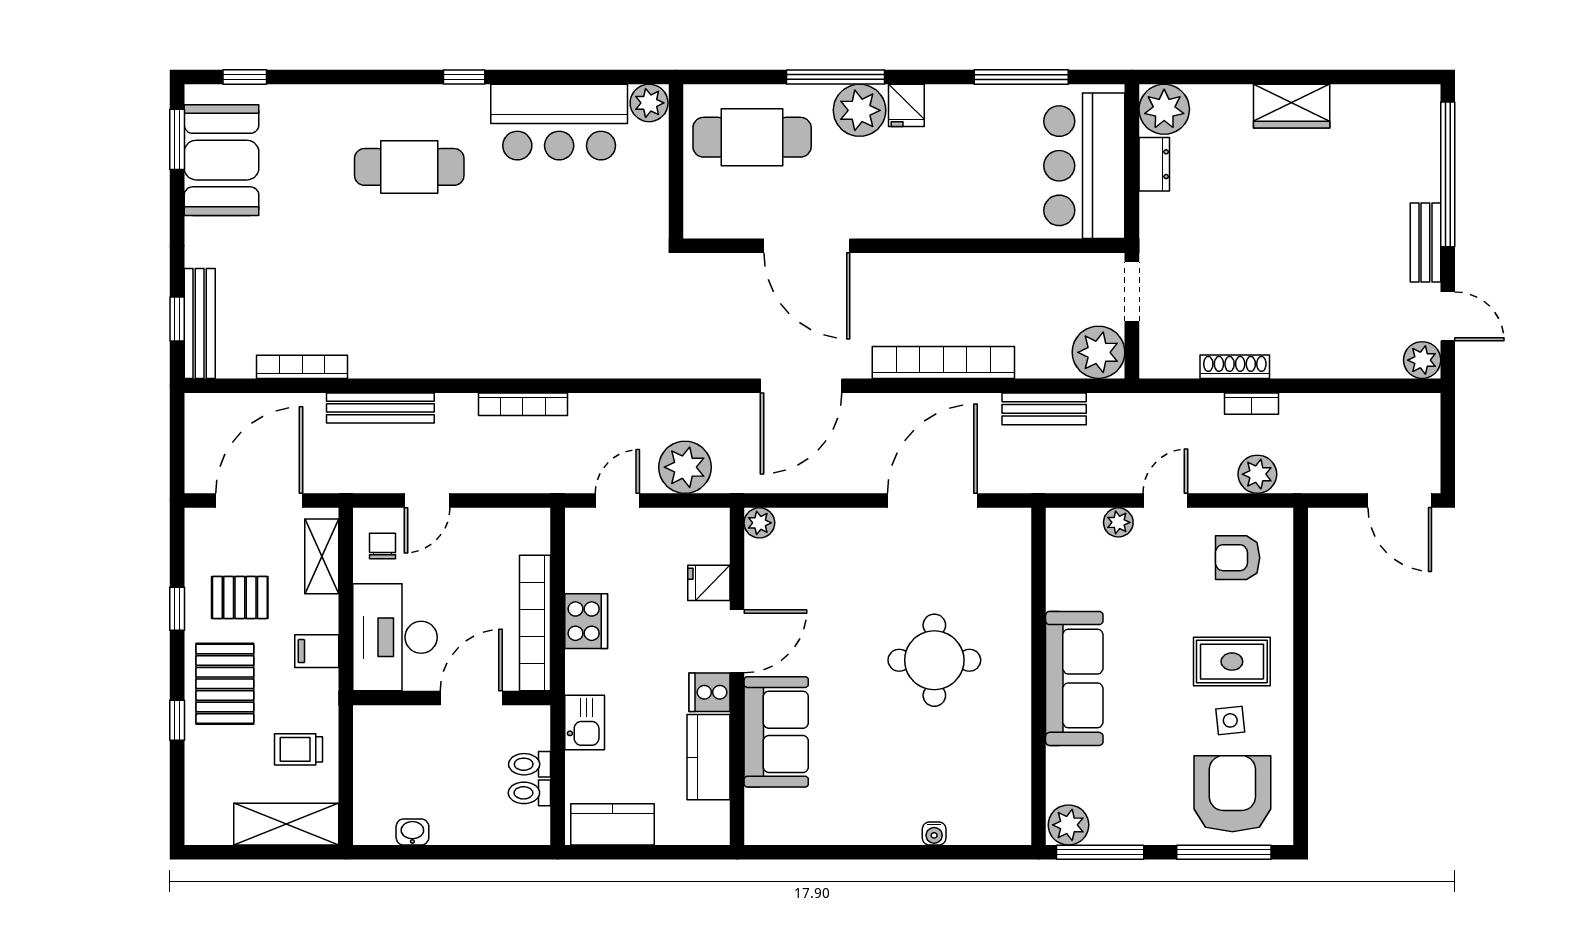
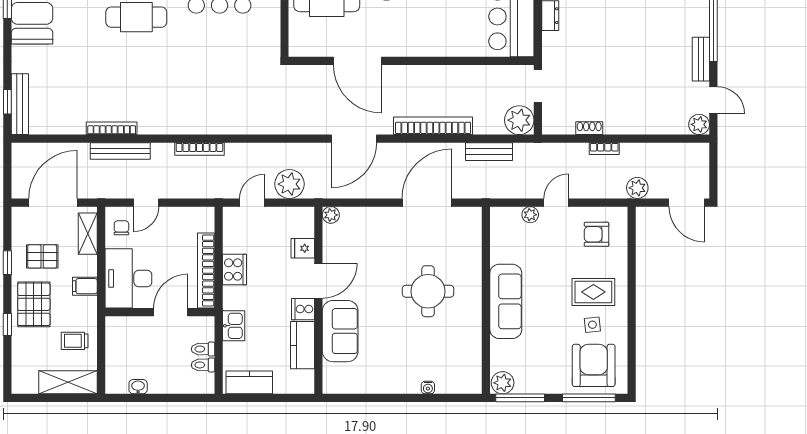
bookcase: (302, 367) -> (112, 128), moved
shoe rack: (1235, 367) -> (589, 128), width x0.70
plant: (1257, 474) -> (637, 188), moved

